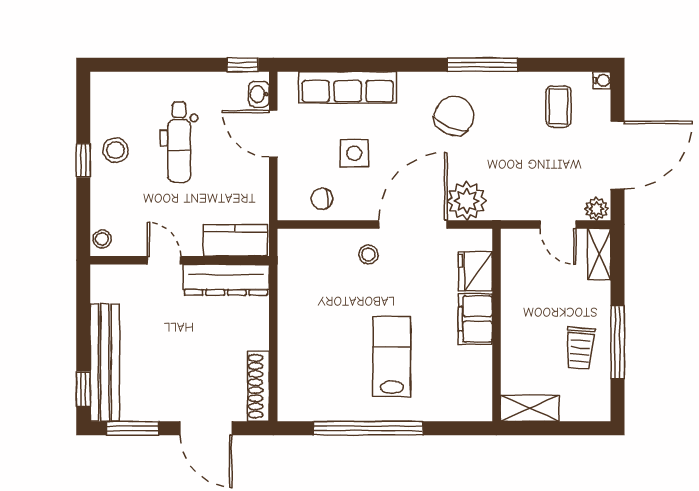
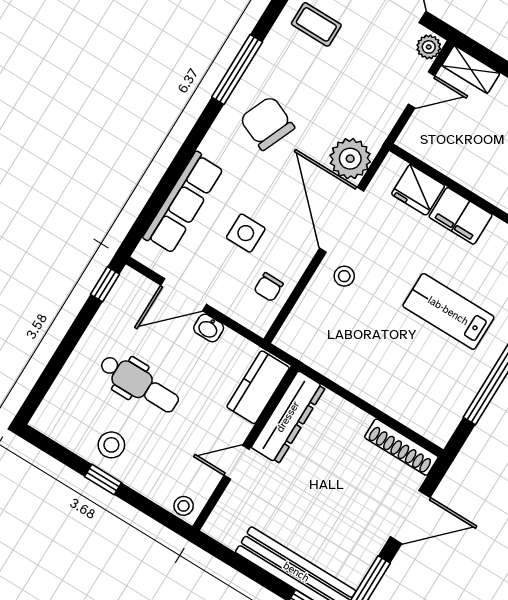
washbasin: (259, 94) -> (209, 328), moved

